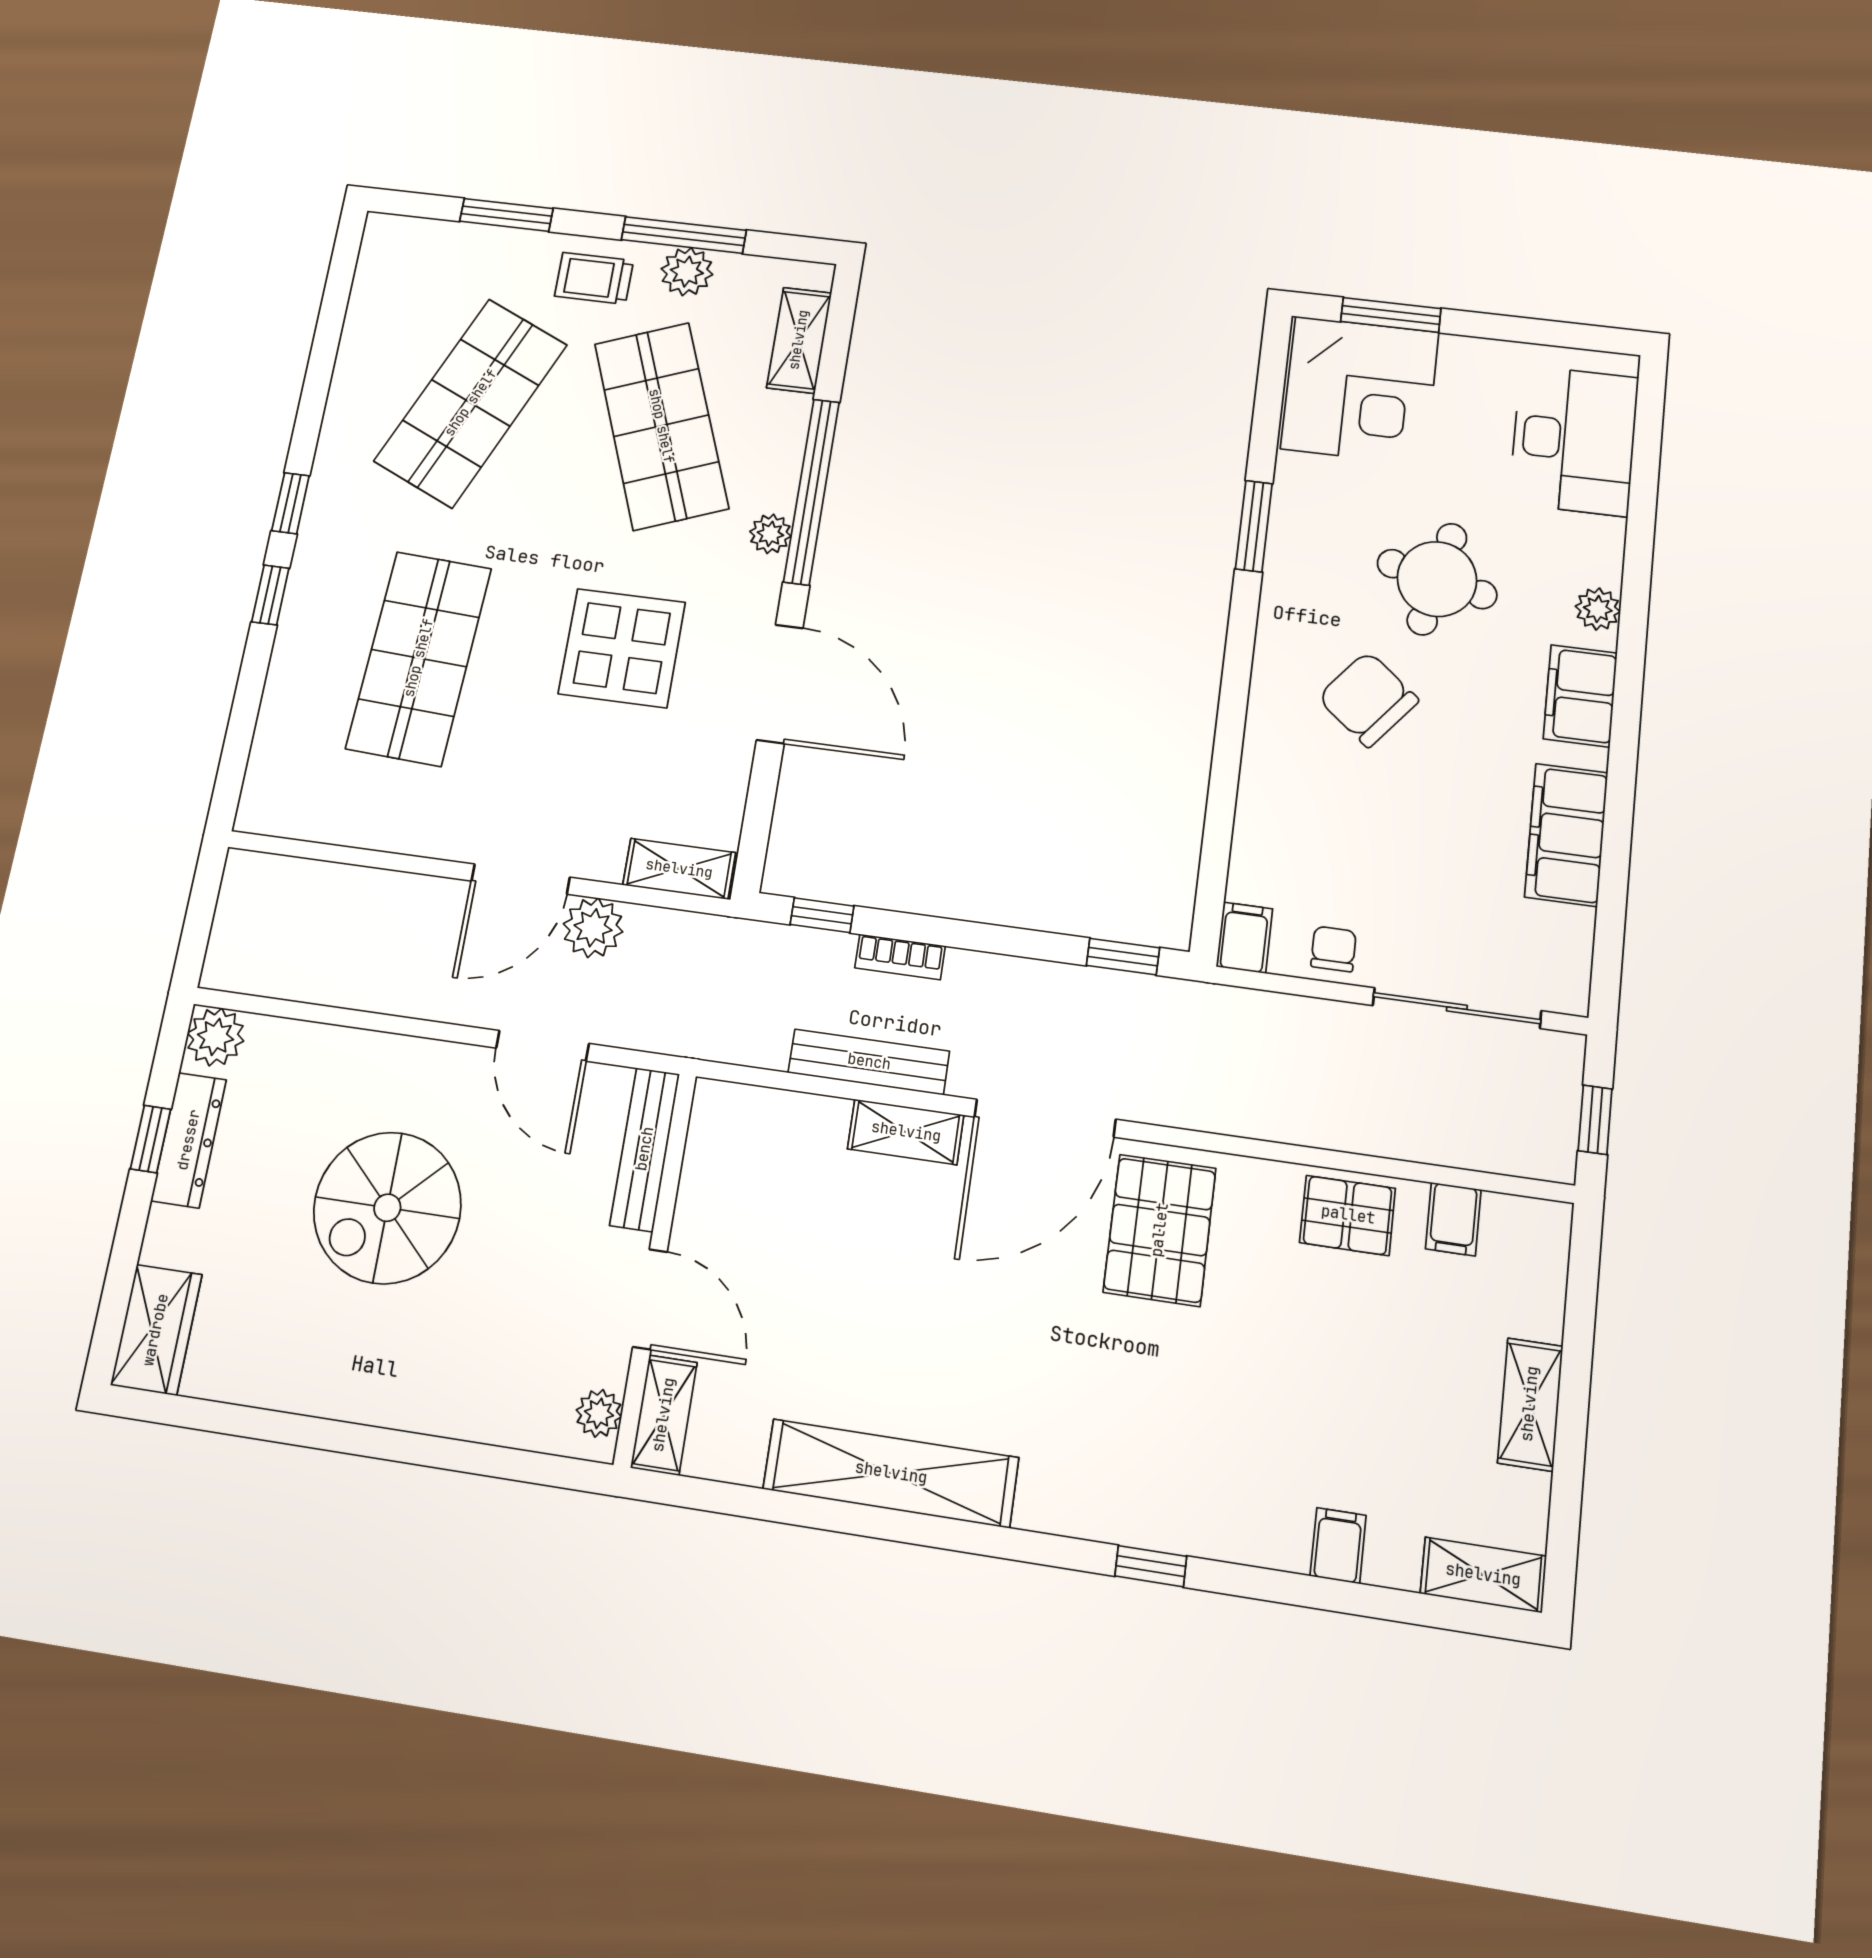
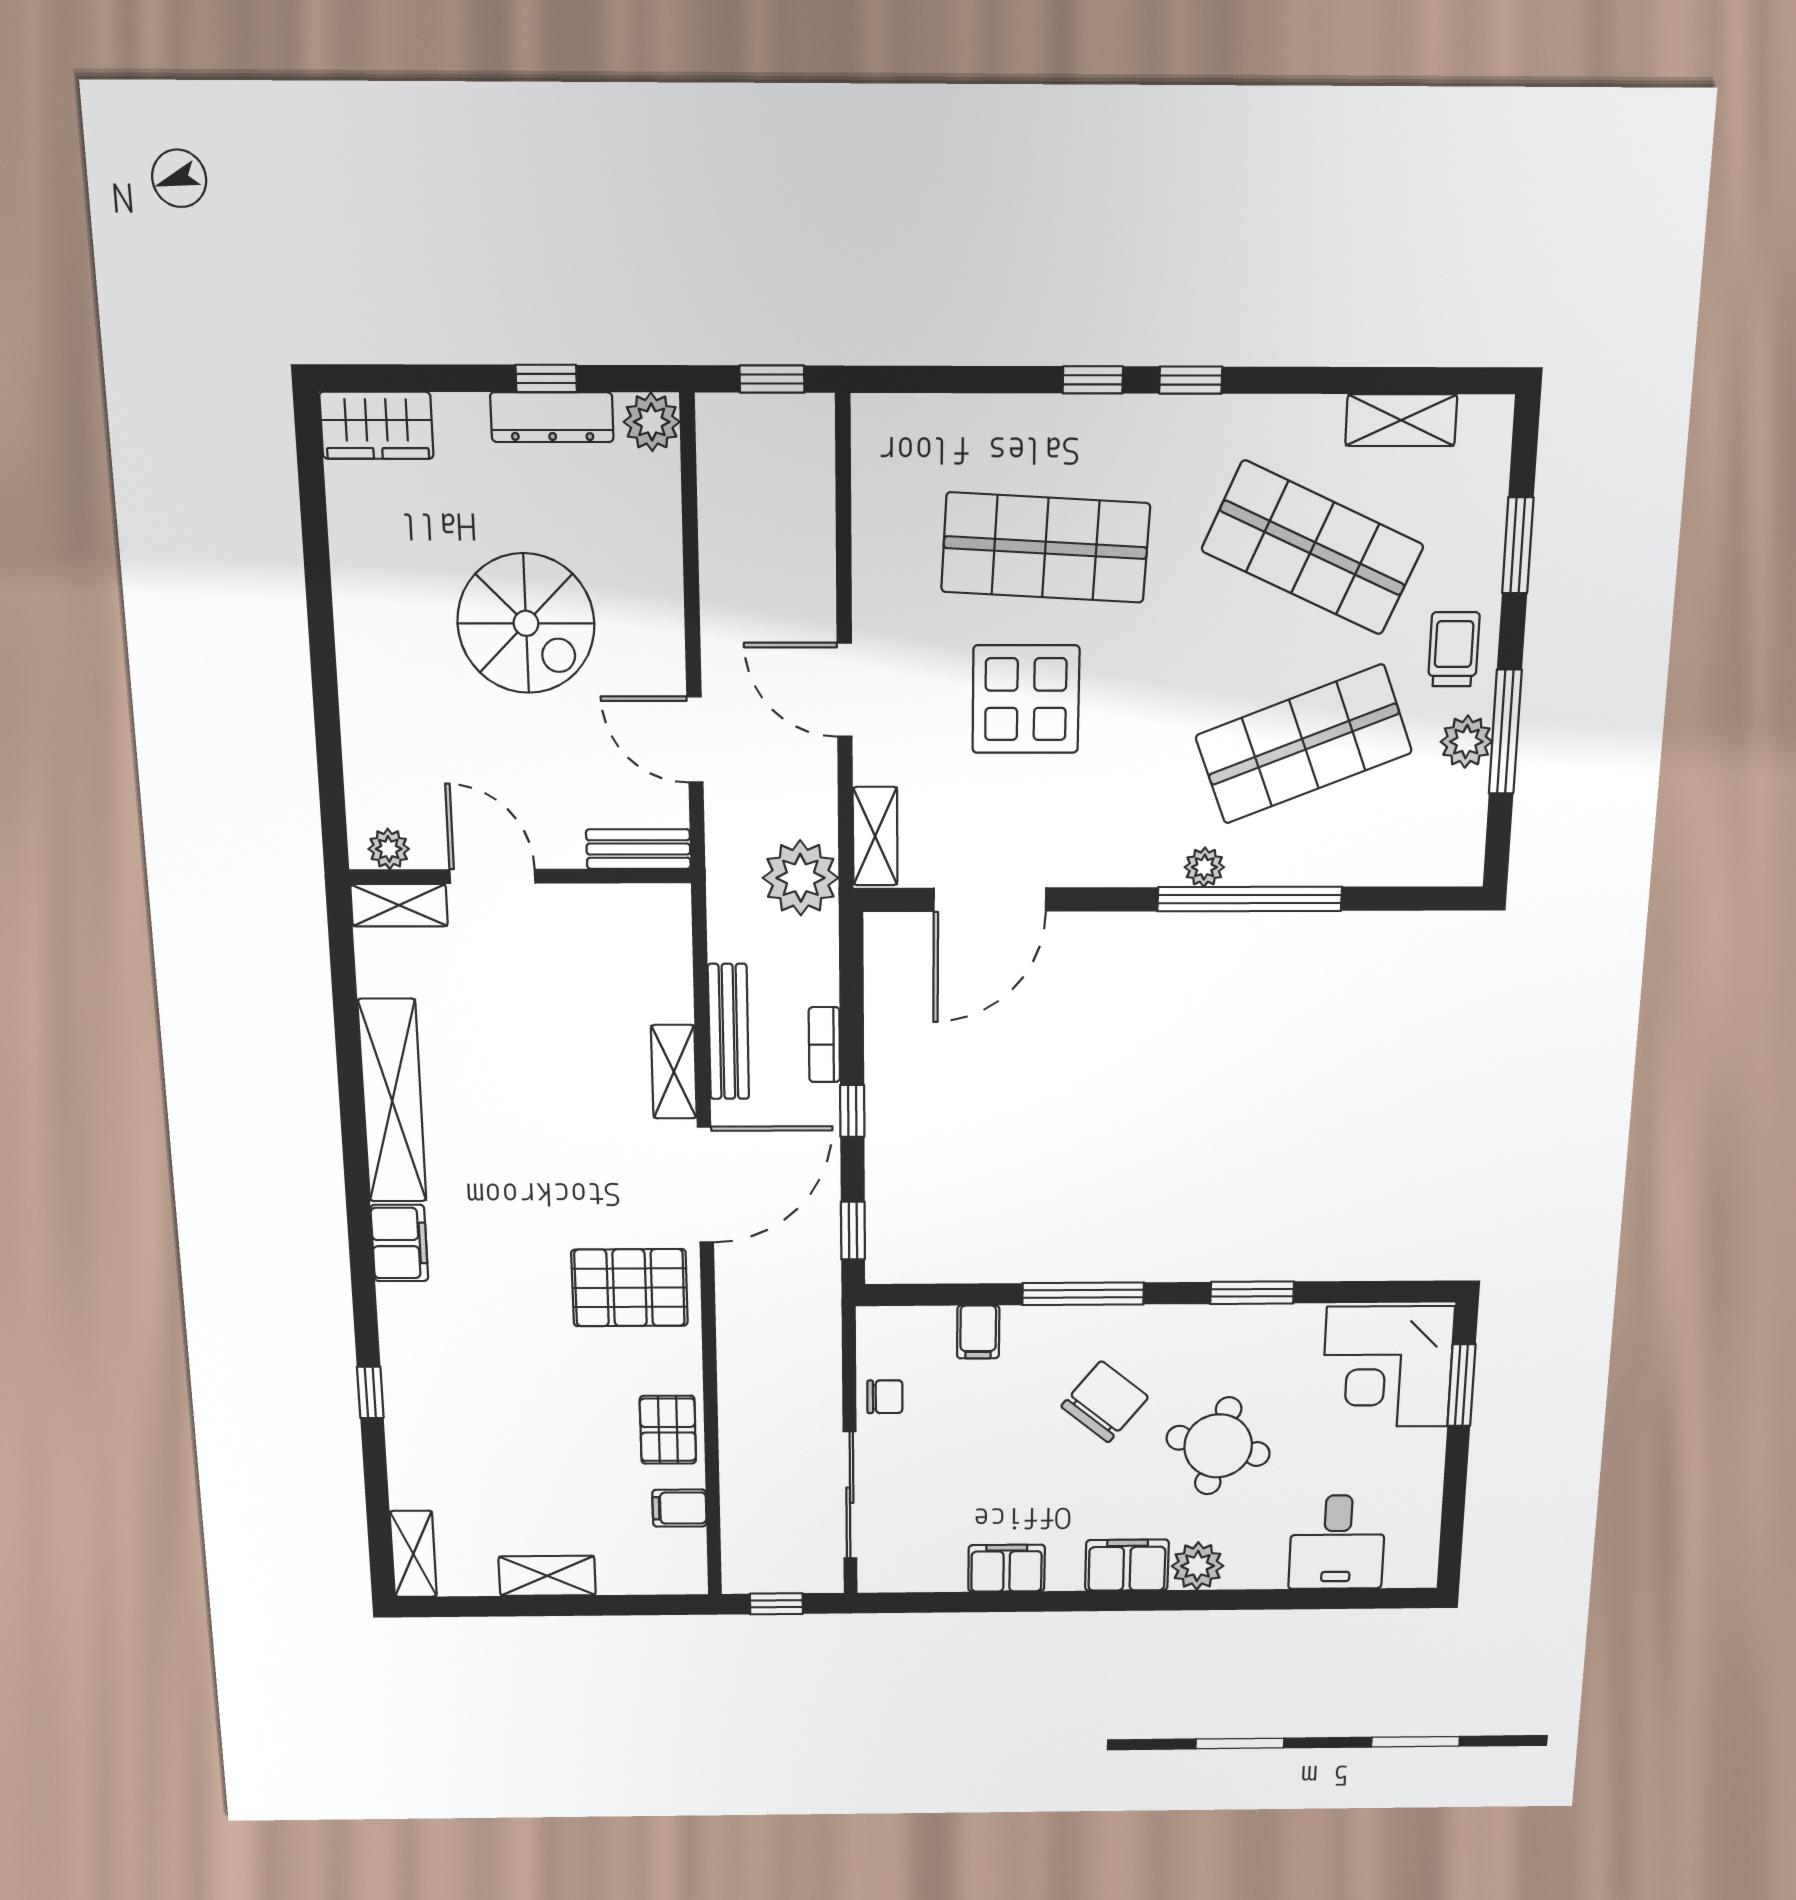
shelving: (799, 340) -> (1401, 420), moved
desk: (1574, 440) -> (1337, 1542), width x0.73
plant: (1598, 609) -> (1198, 1566), width x1.38, depth x1.38
display table: (622, 648) -> (1026, 699), moved
door: (780, 684) -> (990, 900), moved
window: (1232, 709) -> (1083, 1294), added
filing cabinet: (1566, 835) -> (1007, 1568), width x0.67, depth x0.86
window: (201, 908) -> (772, 379), added
window: (822, 915) -> (852, 1111), moved
plant: (593, 928) -> (801, 878), moved, width x1.36, depth x1.36
filing cabinet: (1244, 938) -> (978, 1332), moved, turned 90
door: (543, 1046) -> (695, 740), hinge flipped
door: (1045, 1118) -> (705, 1185), swing flipped
bench: (645, 1149) -> (638, 849), width x0.73
spiral stairs: (387, 1208) -> (526, 623), turned 180
door: (650, 1299) -> (492, 876), swing flipped
filing cabinet: (1338, 1546) -> (399, 1243), moved, width x2.00
window: (1151, 1566) -> (370, 1392), moved

